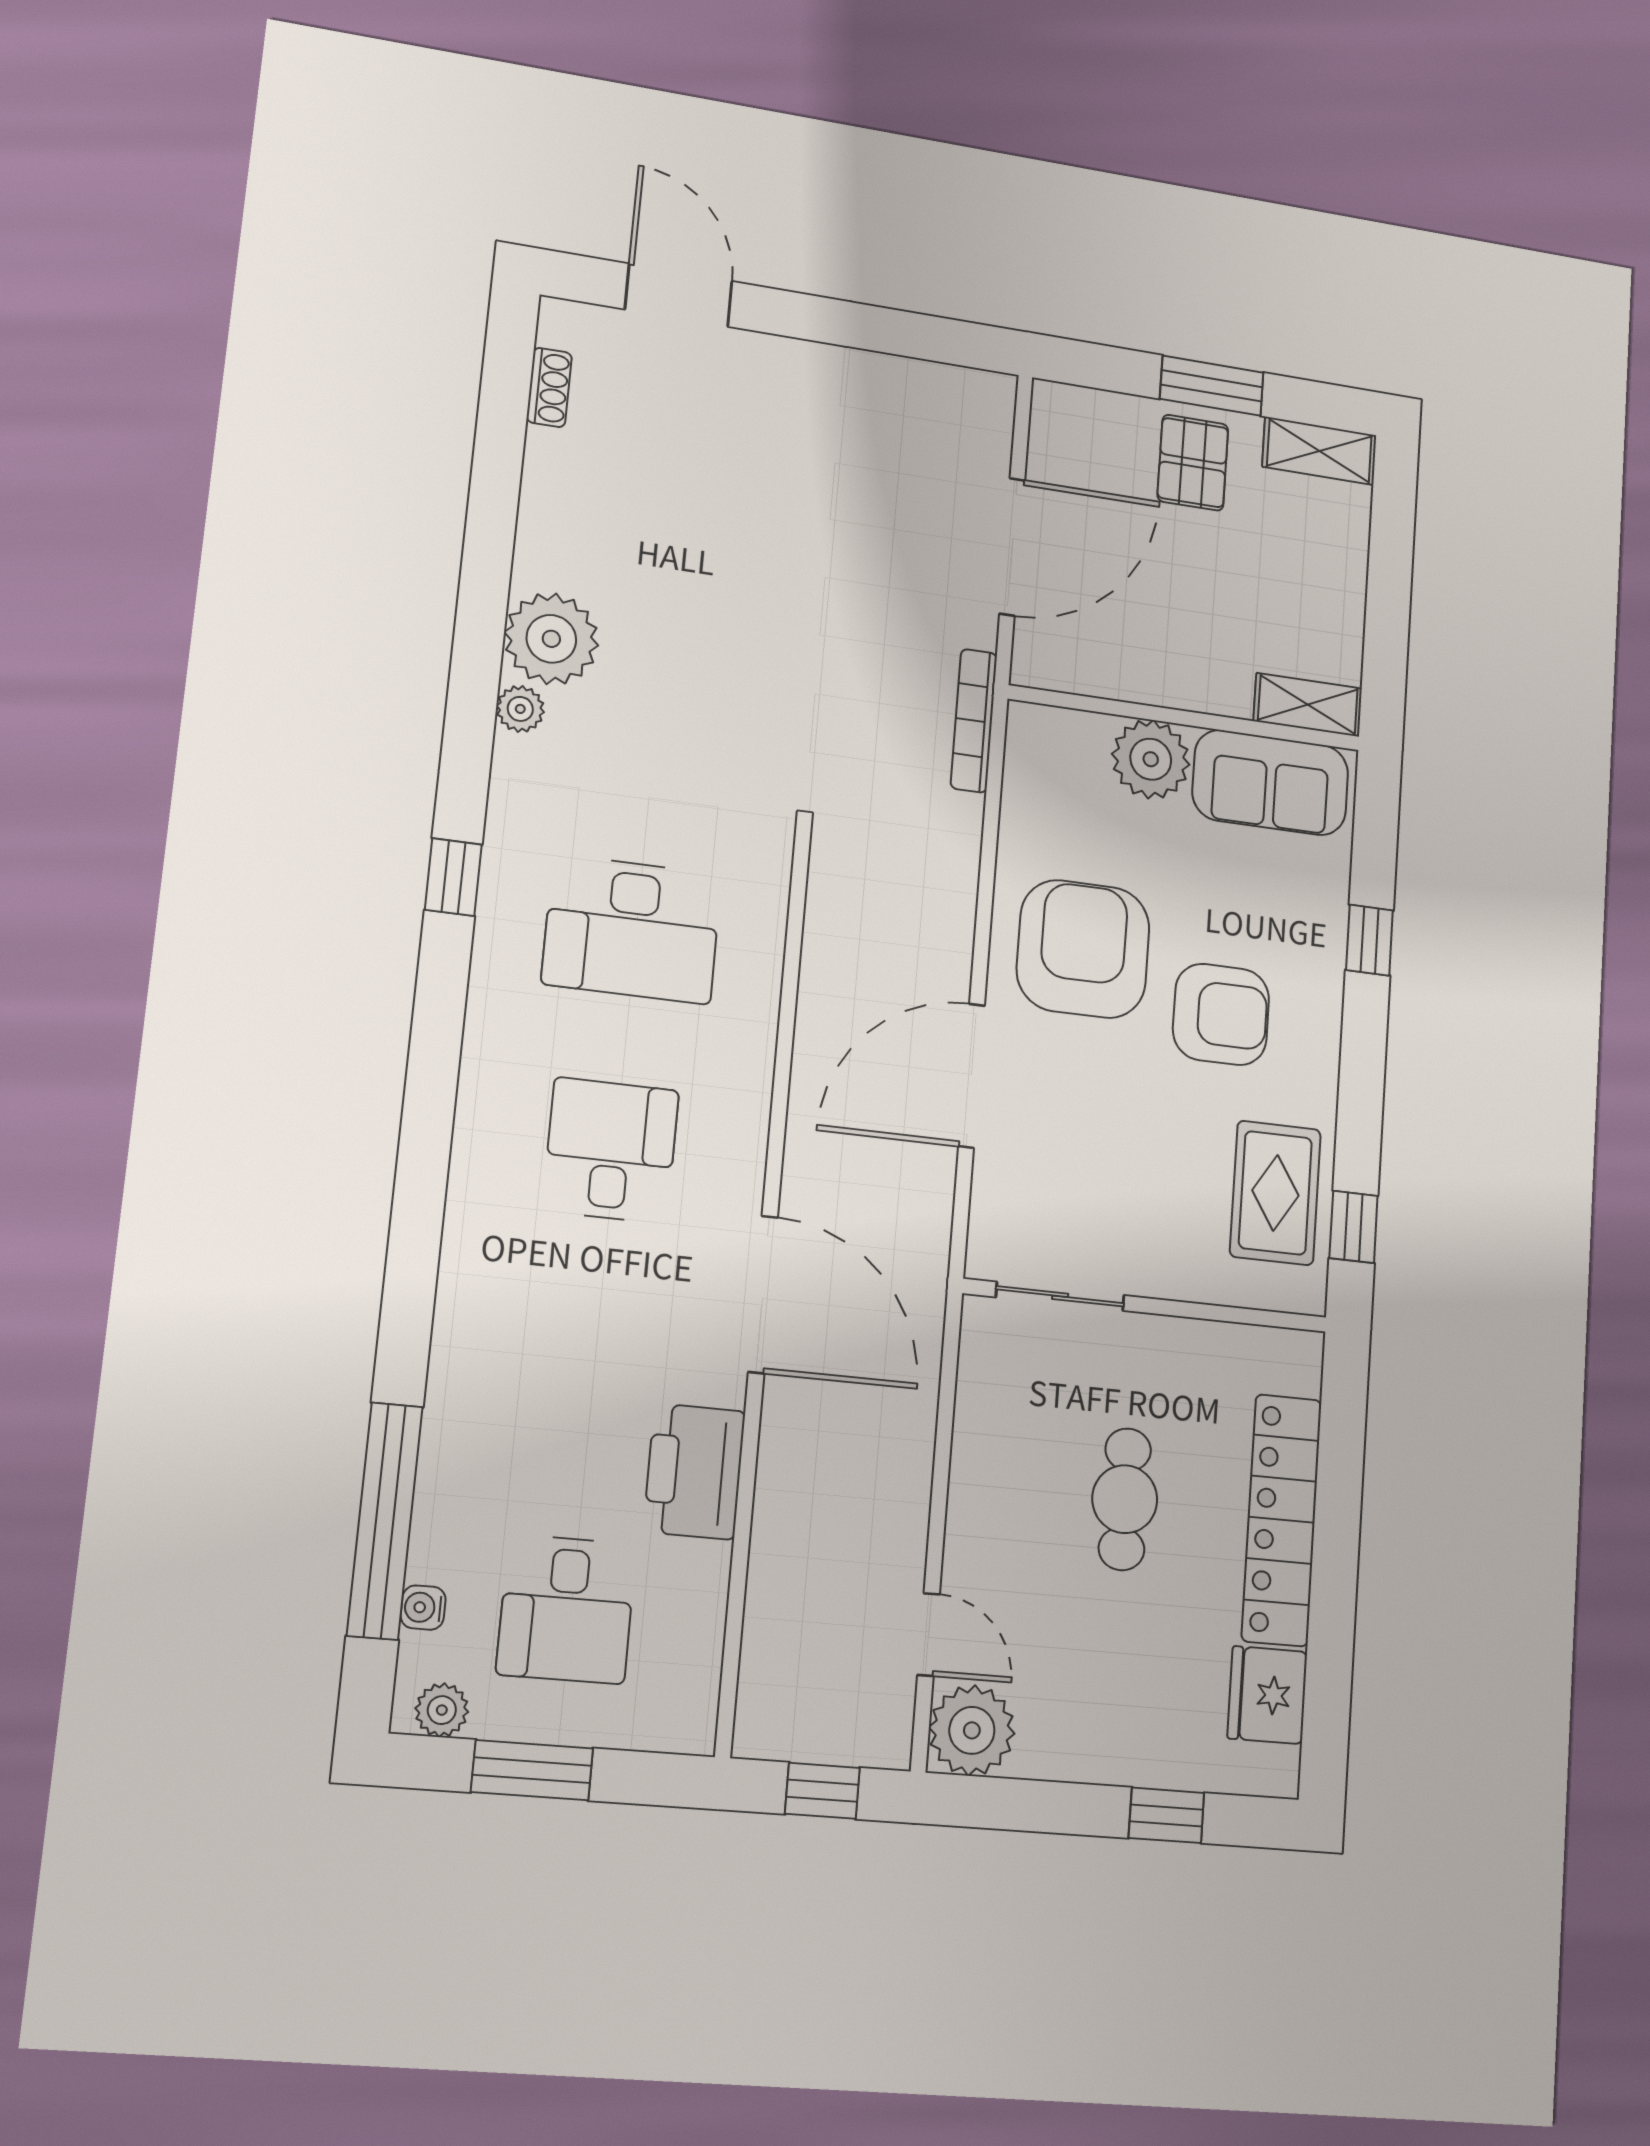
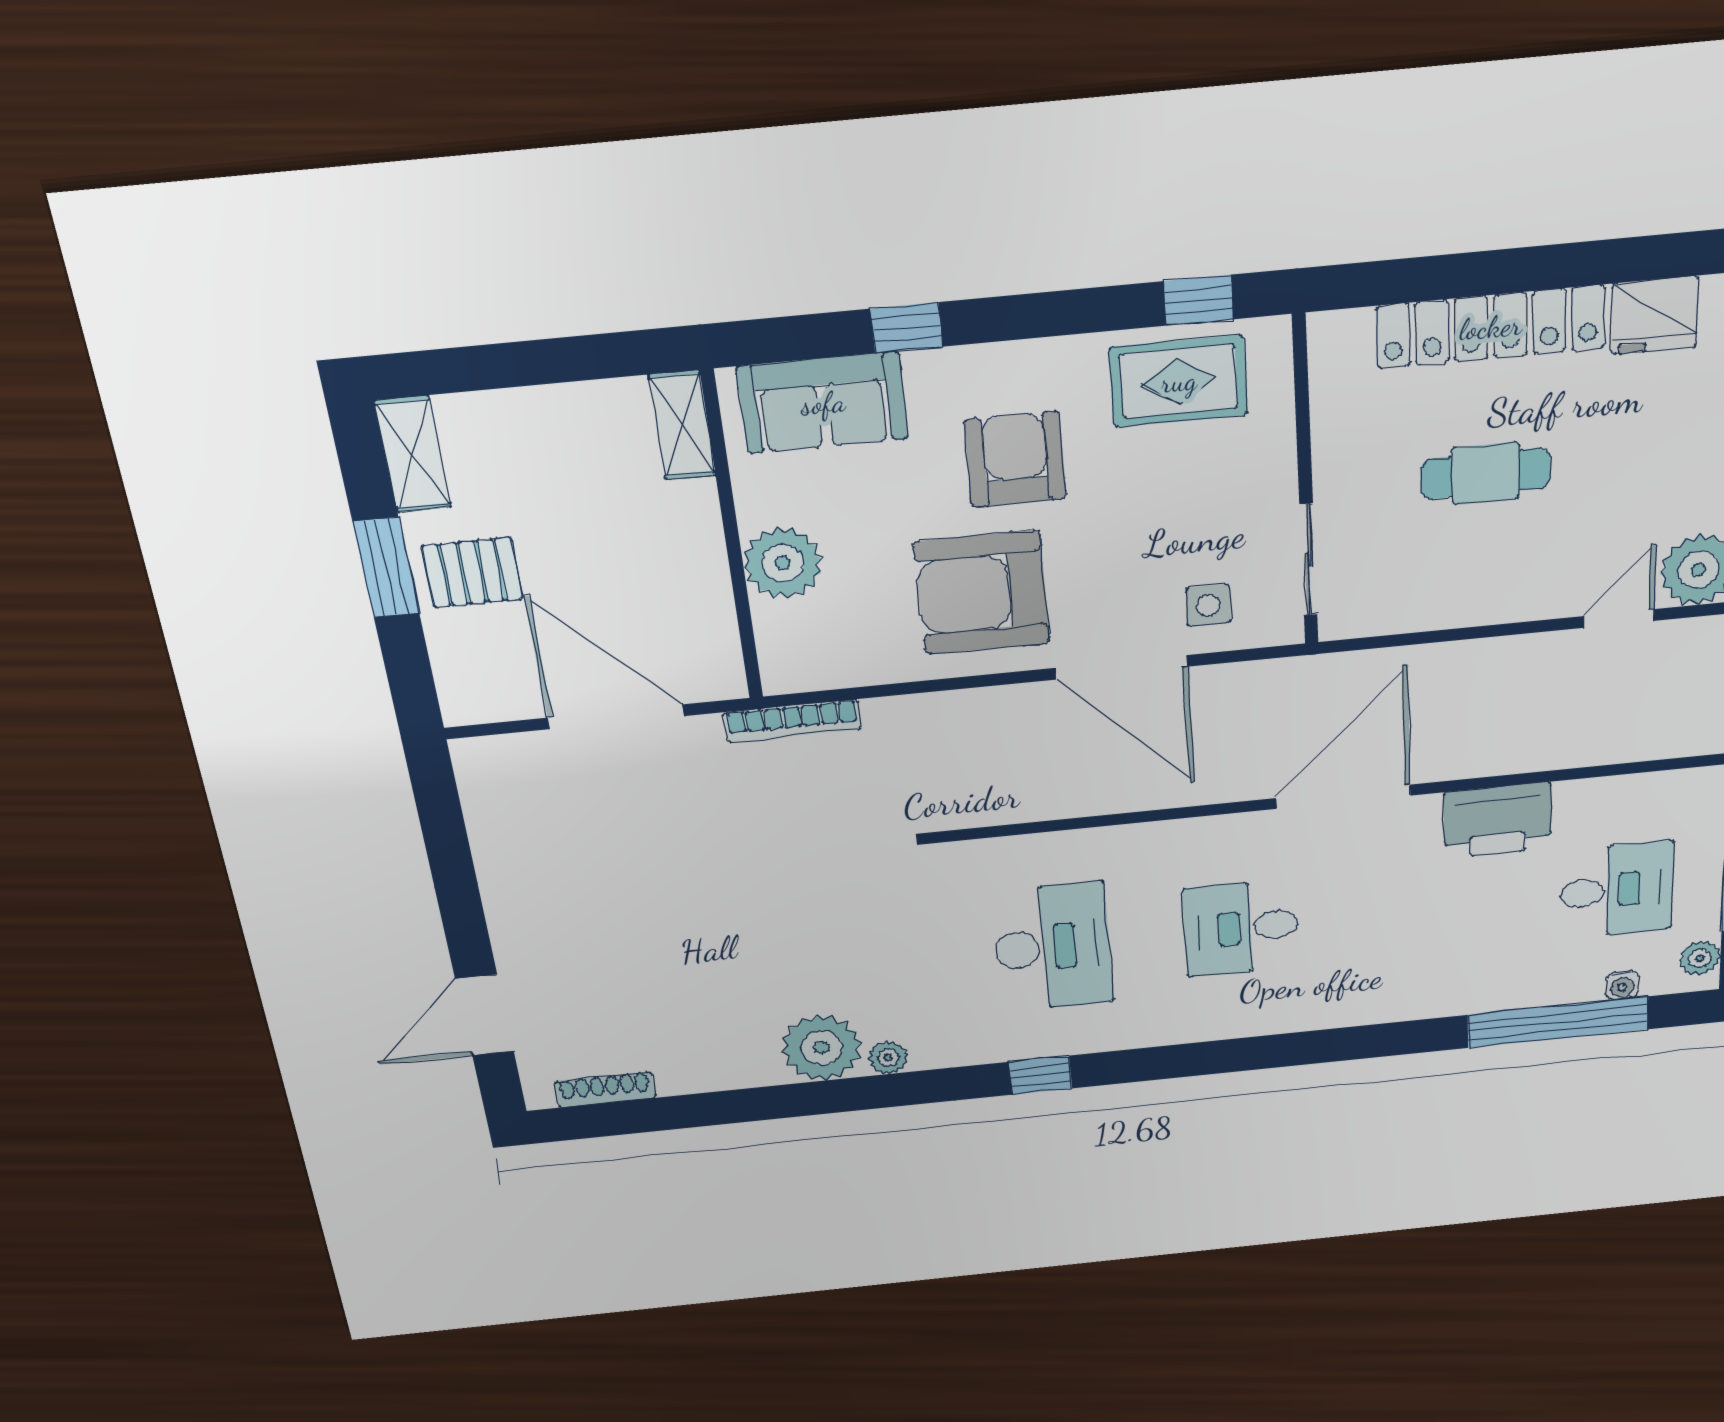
shoe rack: (549, 387) -> (605, 1089), width x1.43
sofa: (1270, 783) -> (823, 403), moved, turned 90
side table: (1027, 1181) -> (1208, 605), added

